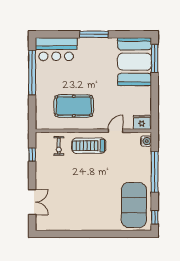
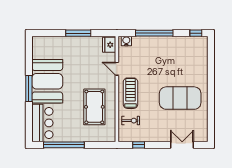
window: (155, 58) -> (78, 33), moved
booth: (135, 62) -> (47, 81), moved, turned 90
treadmill: (89, 146) -> (131, 93), turned 180
exercise mat: (134, 205) -> (180, 98), moved

